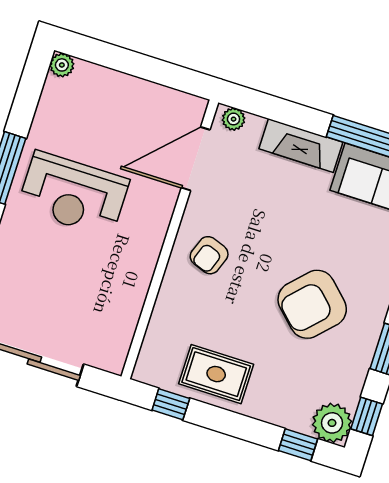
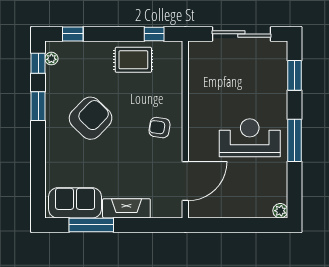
plant: (234, 119) -> (171, 211), removed
armchair: (209, 255) -> (159, 128), turned -102
plant: (332, 423) -> (51, 59), width x0.53, depth x0.53

